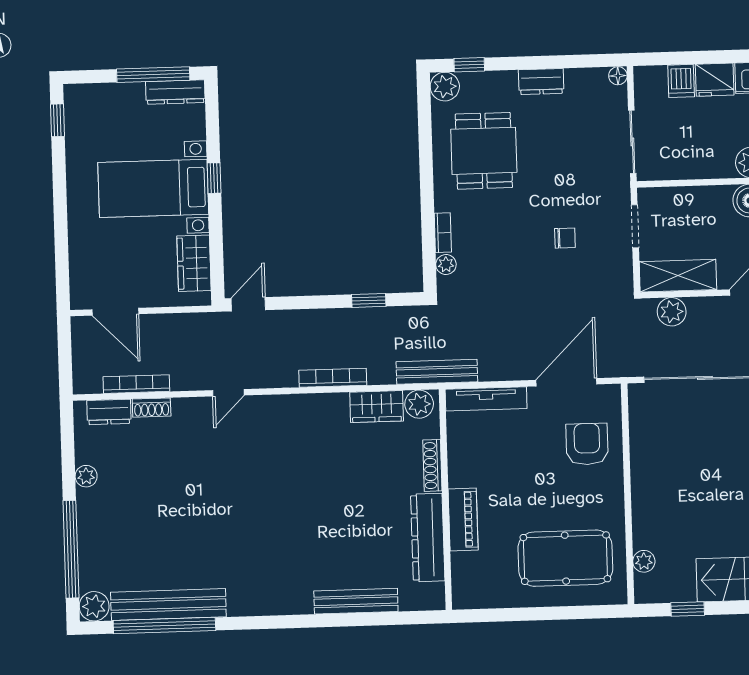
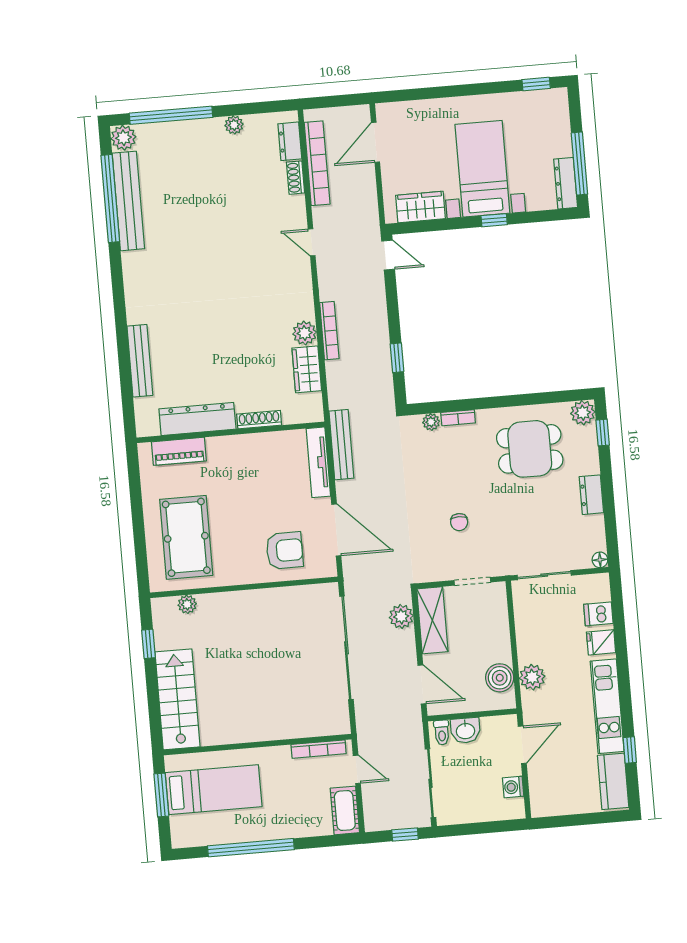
fridge: (715, 80) -> (601, 642), width x0.72
bench: (437, 372) -> (341, 445), moved
bookcase: (136, 384) -> (317, 163), width x1.48, depth x1.31
plant: (419, 404) -> (305, 333), moved
piano: (463, 519) -> (179, 451), moved

